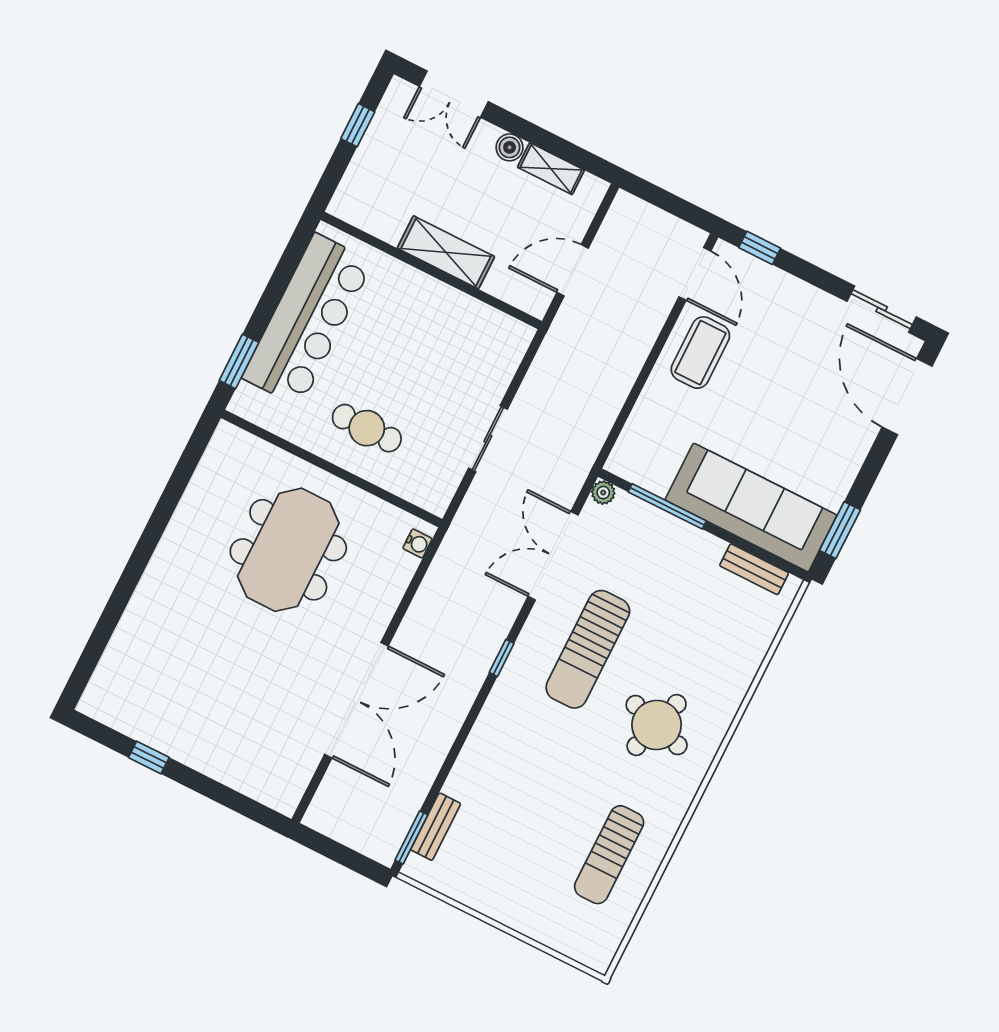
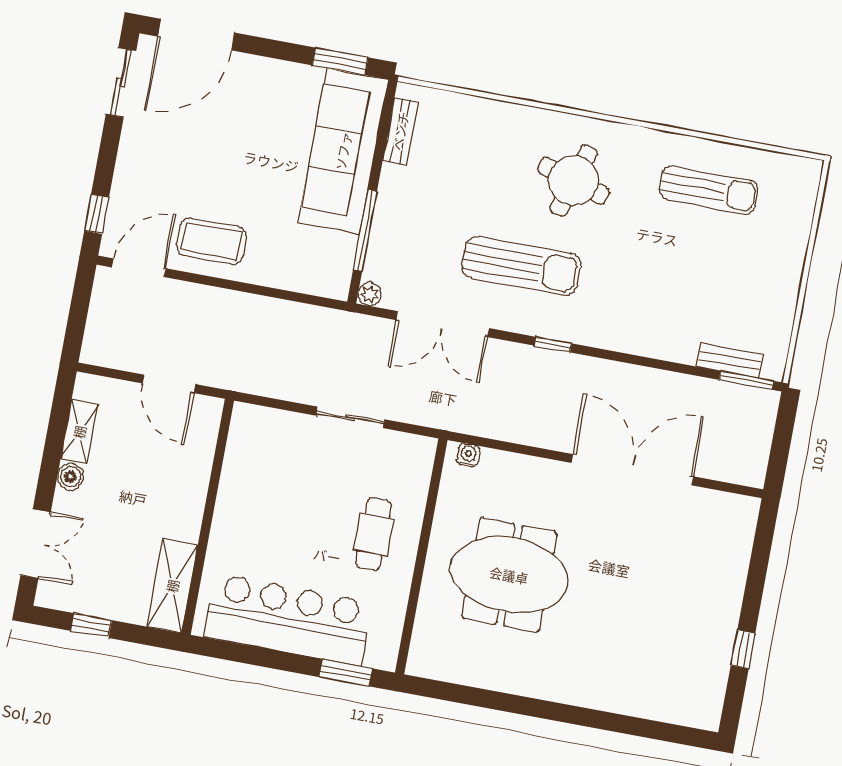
shelving: (446, 252) -> (172, 586), moved

